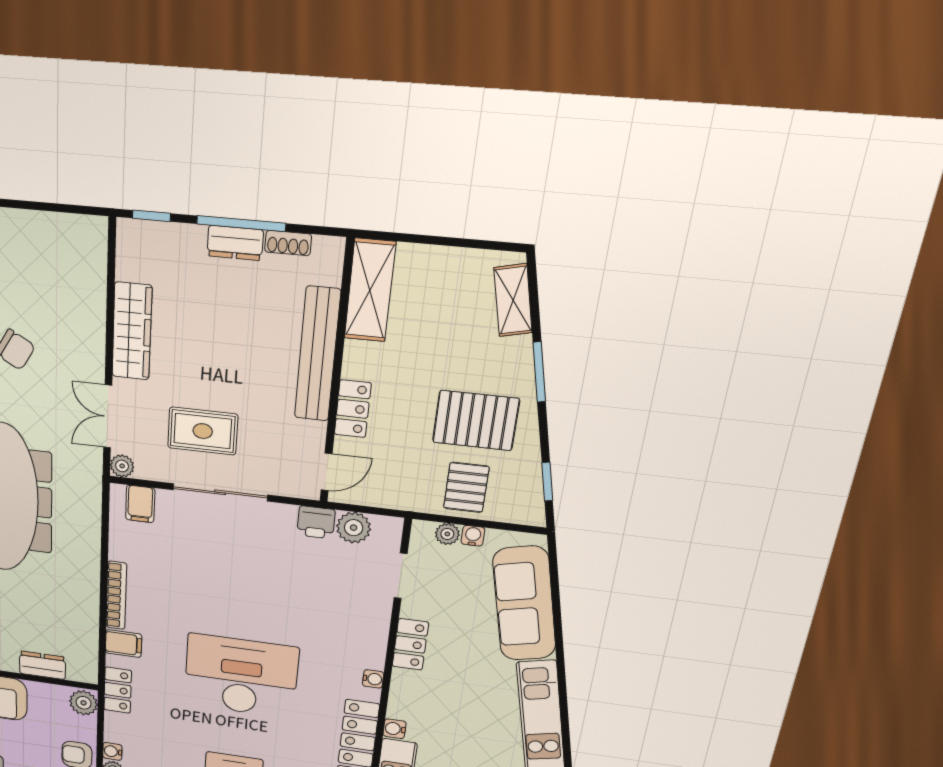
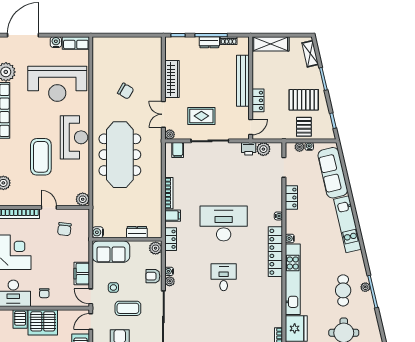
shelving: (370, 290) -> (271, 44), moved, turned 90

